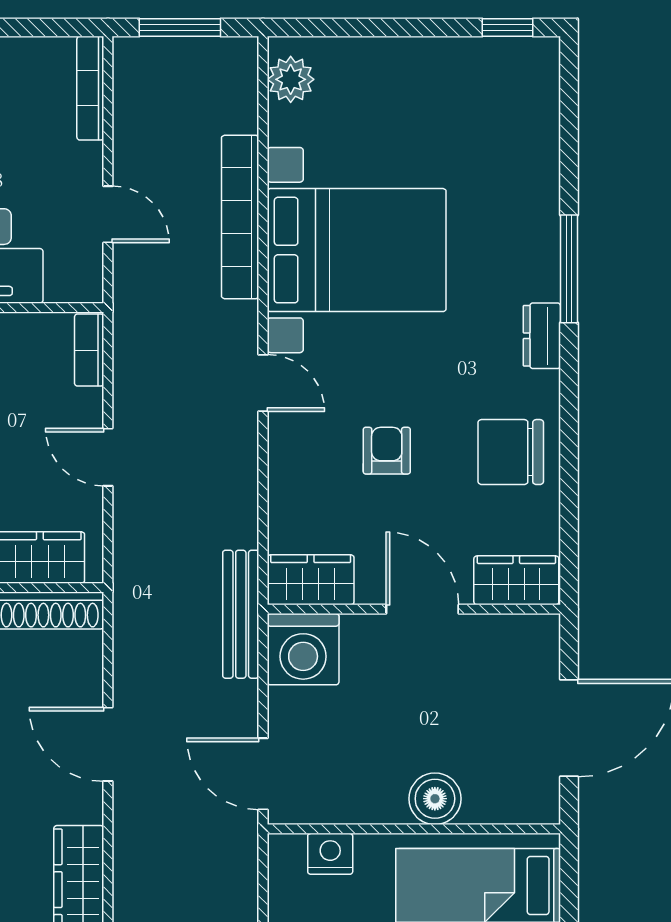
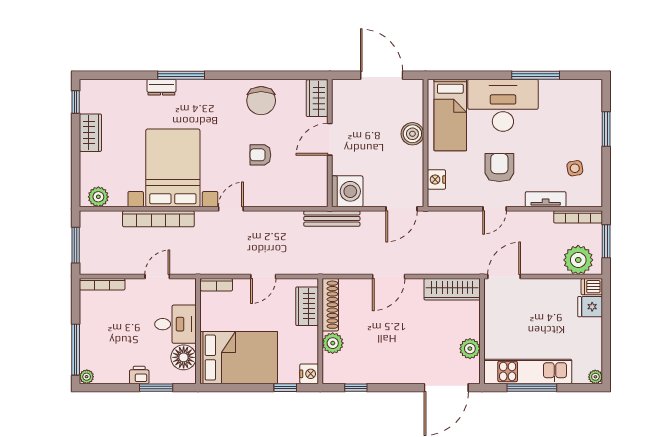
dresser: (542, 336) -> (161, 87), moved
wardrobe: (311, 580) -> (90, 133), moved, turned 180

